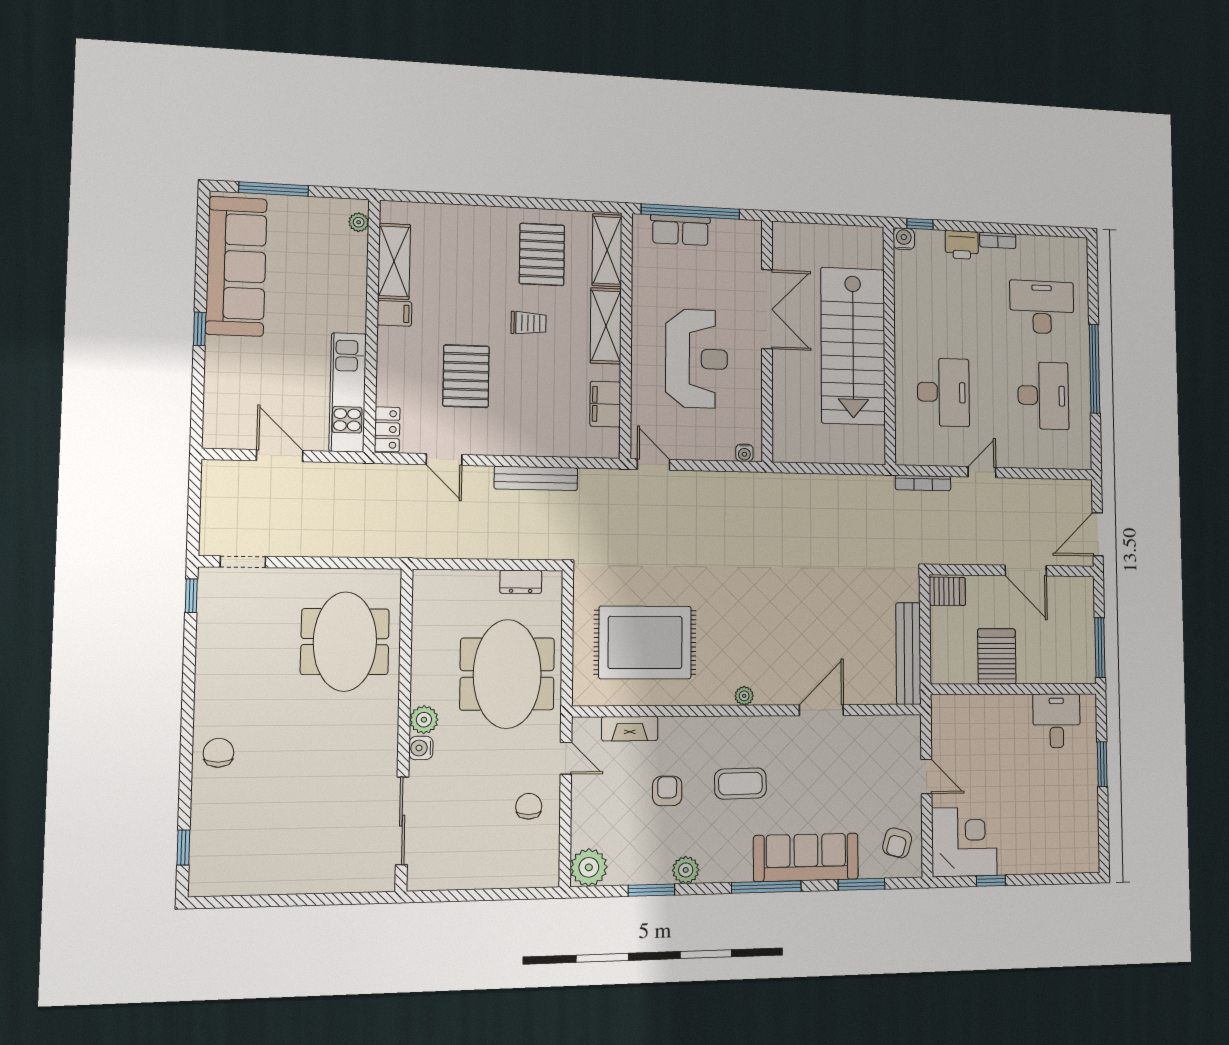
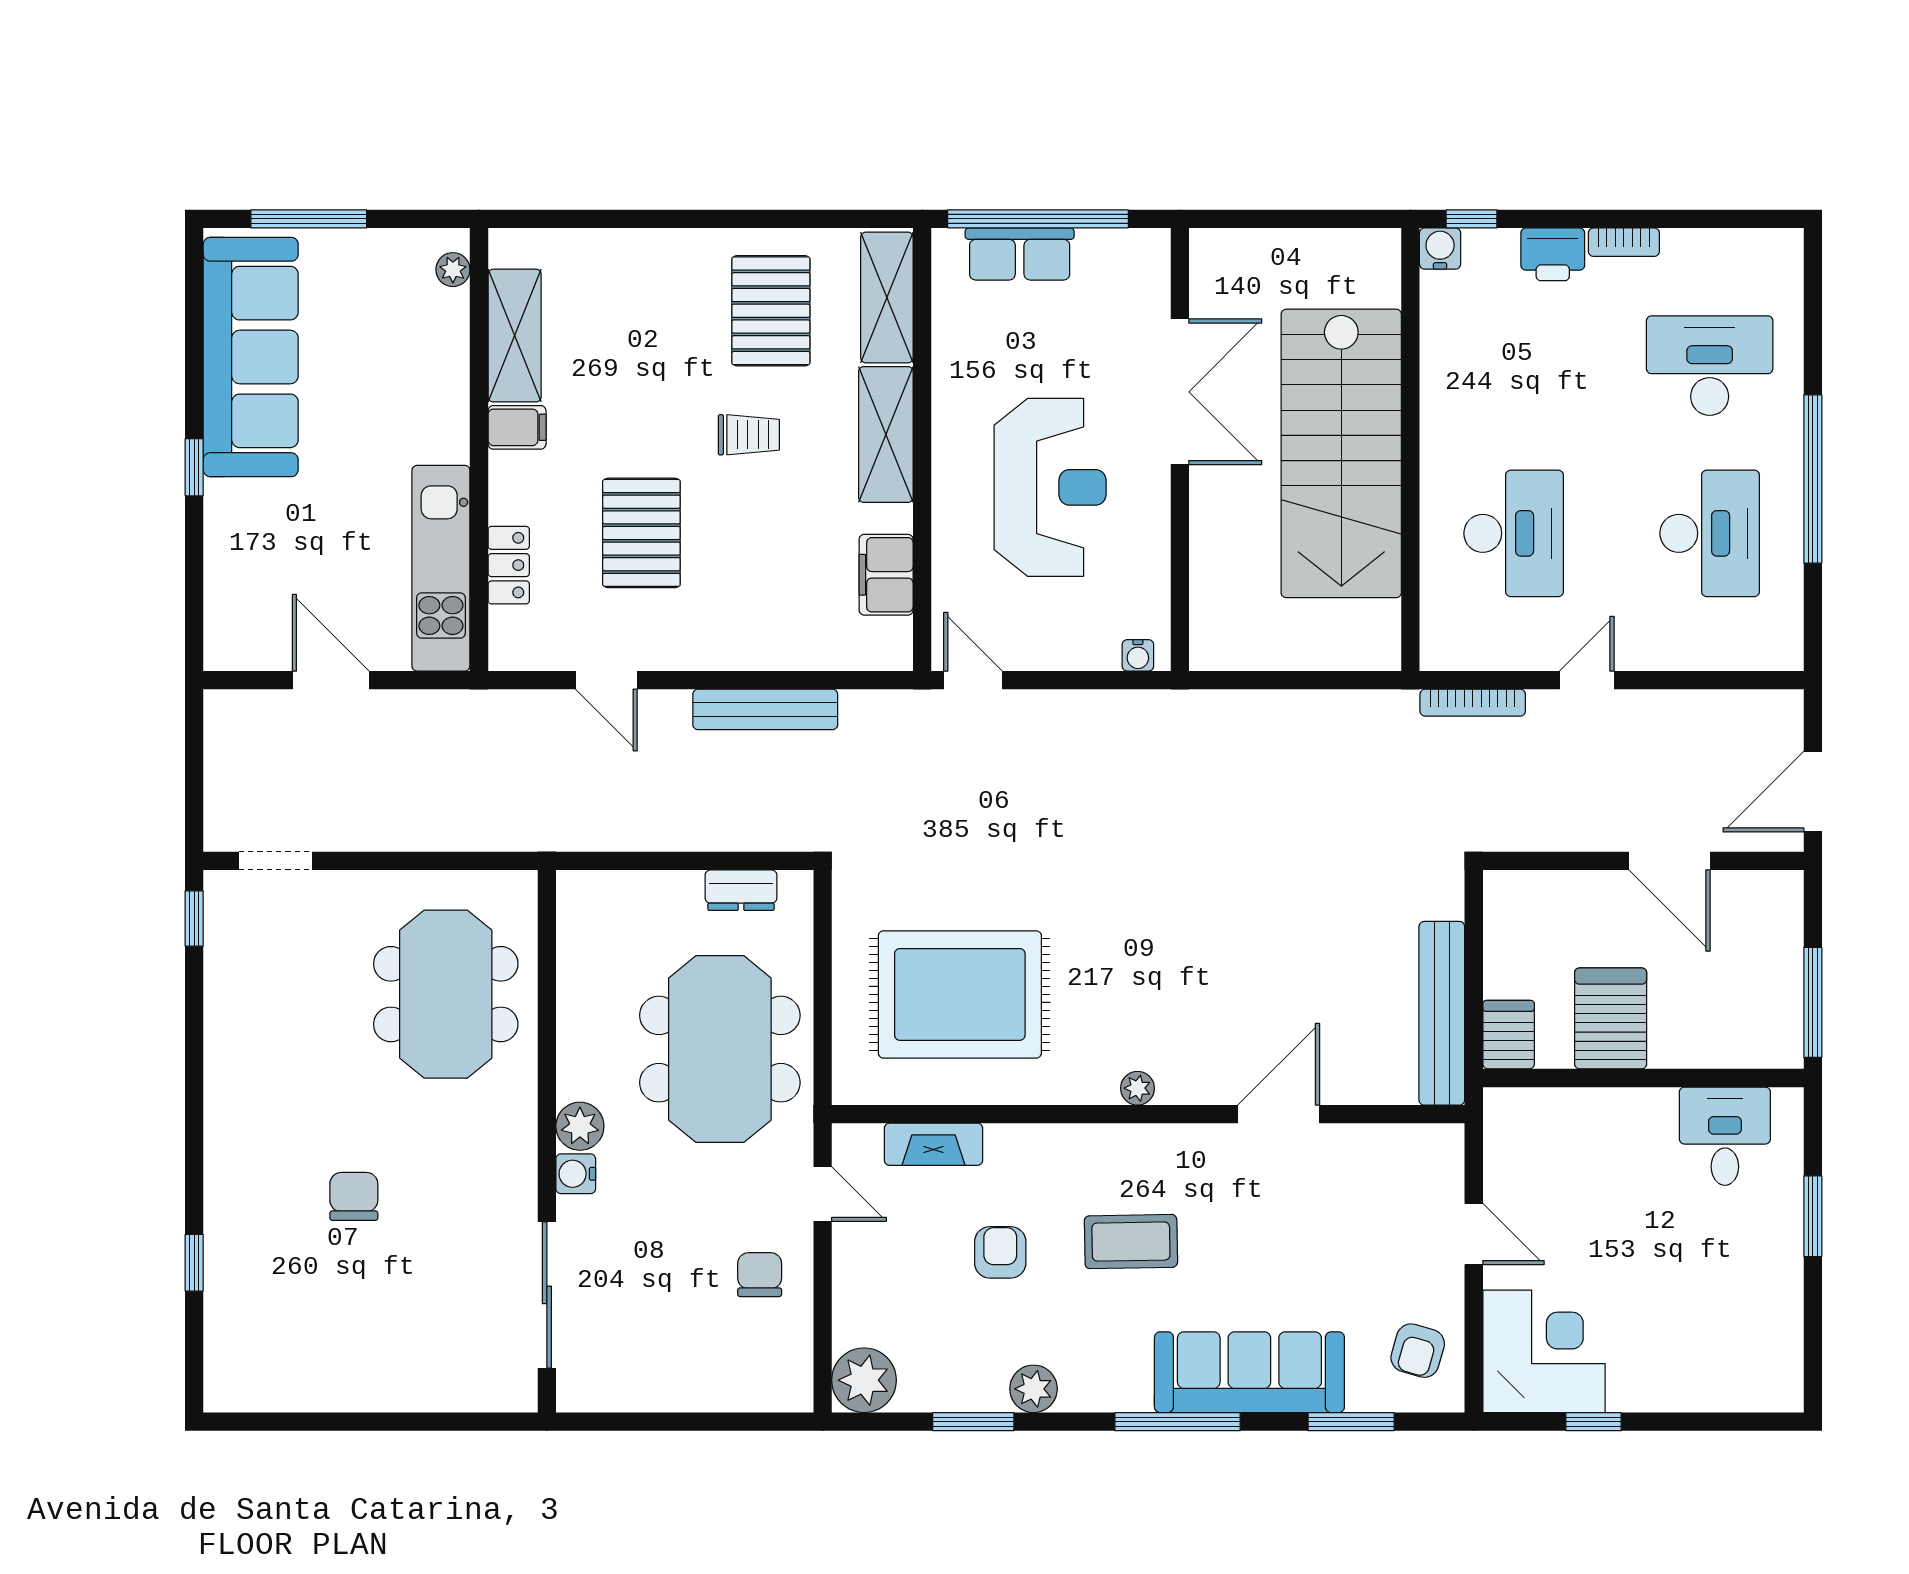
locker: (387, 429) -> (509, 565), moved
server rack: (947, 591) -> (1509, 1035), moved, turned -90
chair: (218, 753) -> (354, 1196), moved
window: (183, 847) -> (194, 1263), moved

